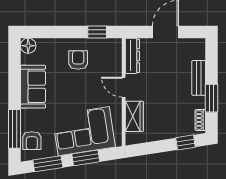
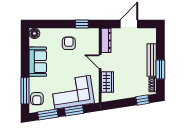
bench: (199, 78) -> (152, 60), width x1.36

